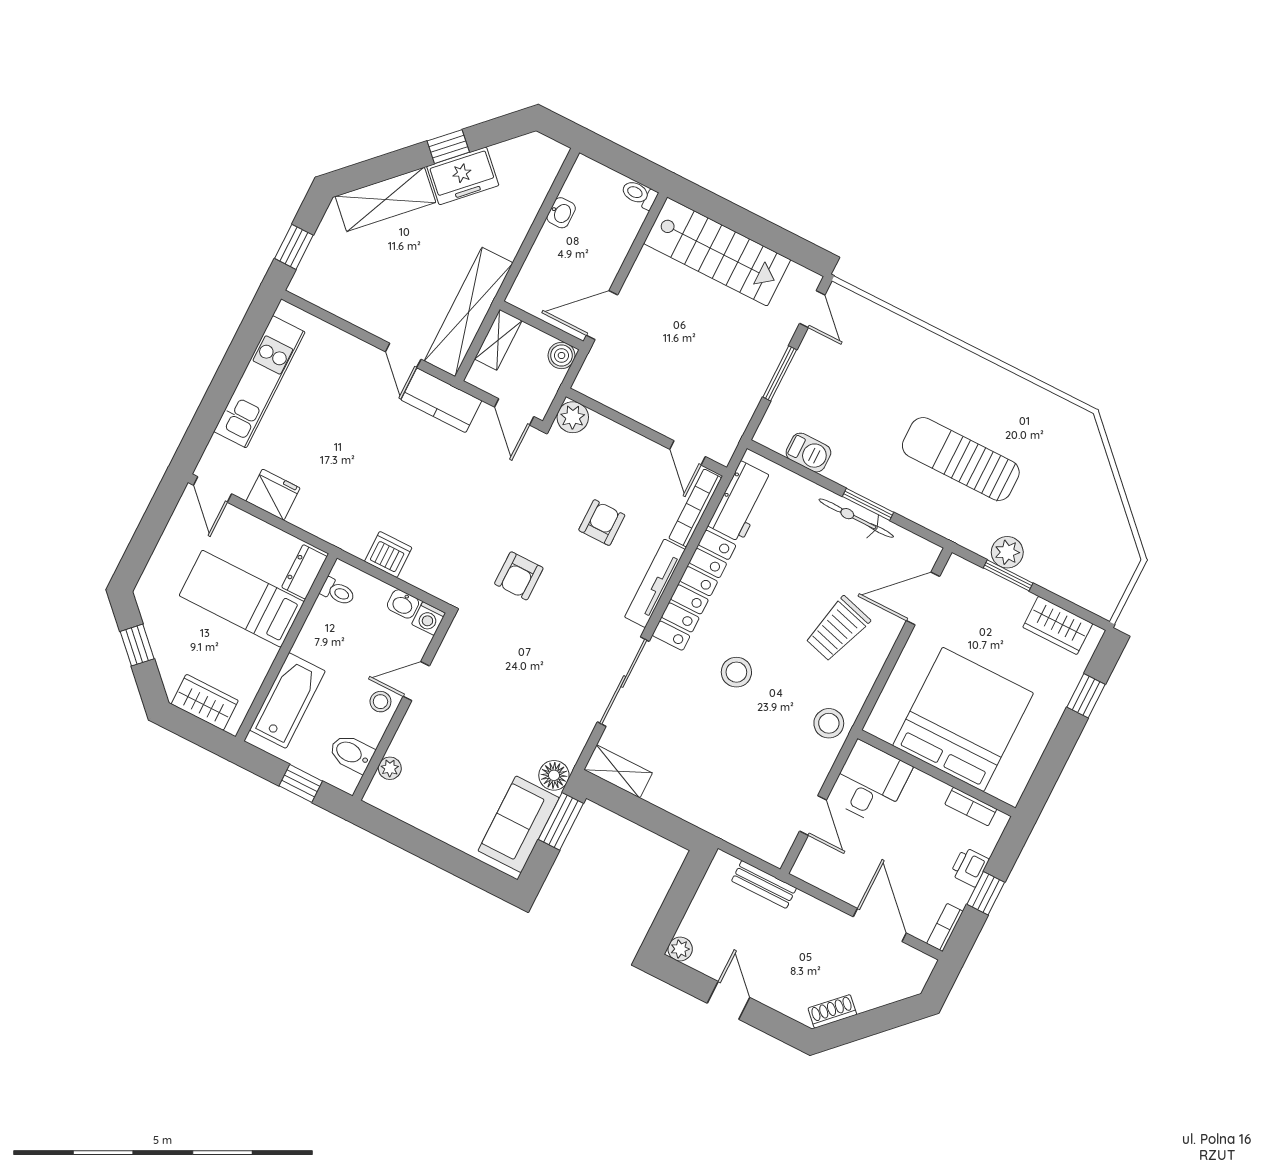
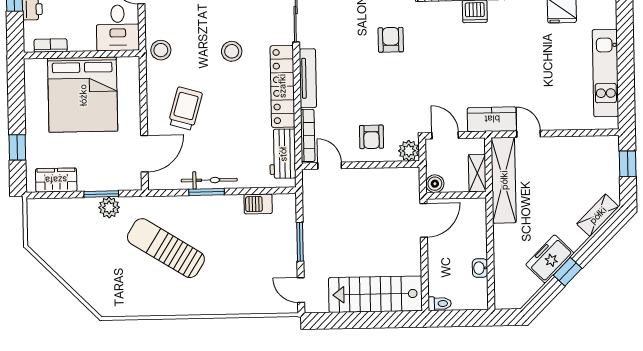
shelving: (385, 199) -> (598, 215), width x0.67, depth x0.75
sun lounger: (961, 459) -> (166, 248), turned -148
armchair: (602, 523) -> (371, 137), moved

